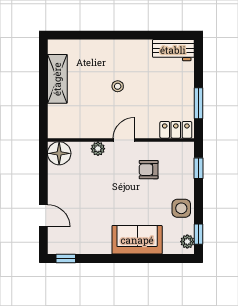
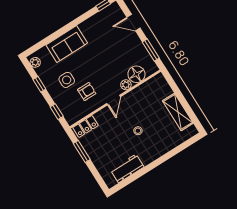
workbench: (173, 50) -> (127, 168), moved
floor lamp: (59, 153) -> (136, 74), moved
window: (43, 171) -> (151, 50), added
side table: (181, 208) -> (67, 80), moved
window: (198, 234) -> (39, 84), moved

